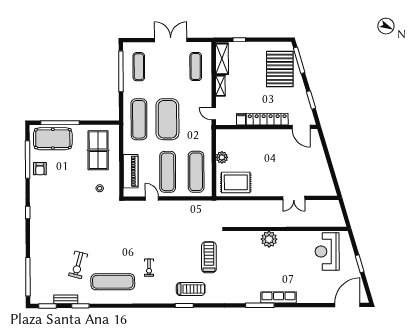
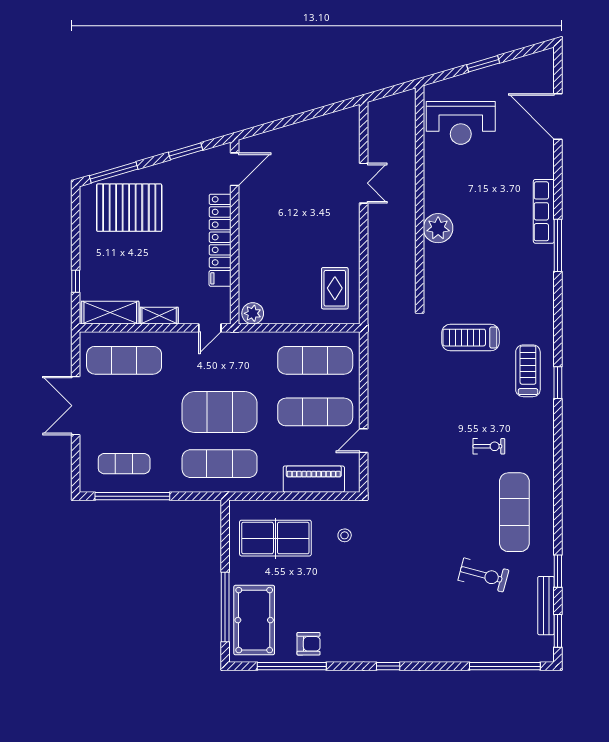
exercise mat: (196, 66) -> (124, 360), width x1.36, depth x1.45
plant: (222, 157) -> (253, 313), moved
rug: (236, 182) -> (335, 288), width x0.73, depth x0.70
bench: (66, 299) -> (546, 606), width x1.36
door: (347, 305) -> (558, 117), moved

